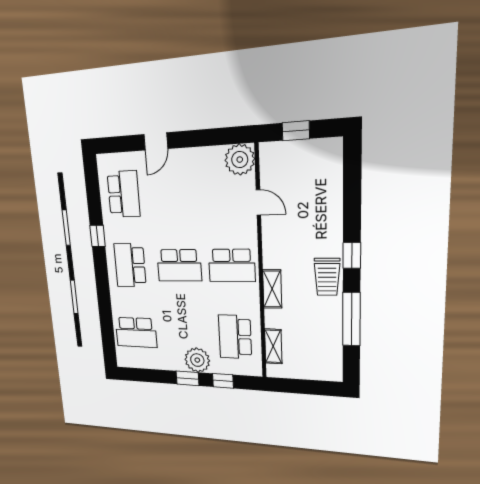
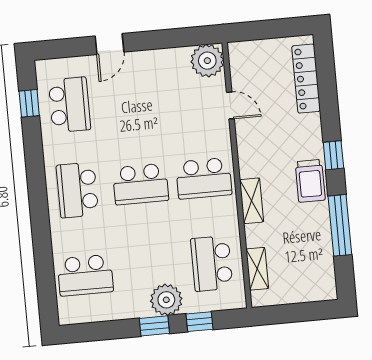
window: (296, 131) -> (265, 30), removed
locker: (332, 181) -> (306, 79), added
window: (98, 236) -> (29, 103), moved

